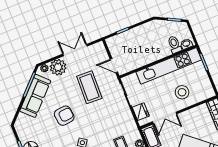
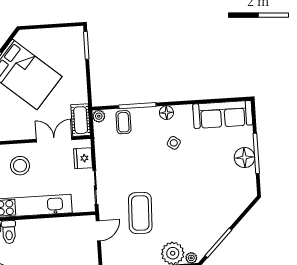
door: (114, 66) -> (98, 231), hinge flipped
sofa: (35, 96) -> (215, 225), removed
armchair: (64, 116) -> (186, 187), removed

